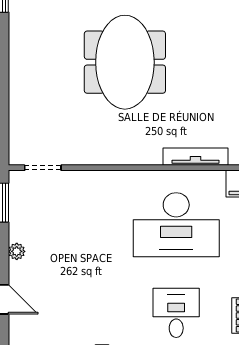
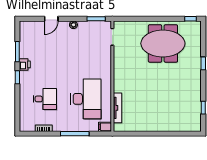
meeting table: (125, 62) -> (163, 43), moved
desk: (176, 225) -> (86, 99), turned 180

